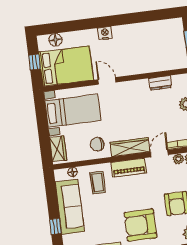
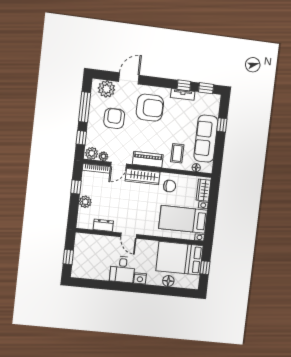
desk: (127, 39) -> (122, 269), added
floor lamp: (56, 40) -> (168, 281), moved
door: (107, 81) -> (129, 236), moved

